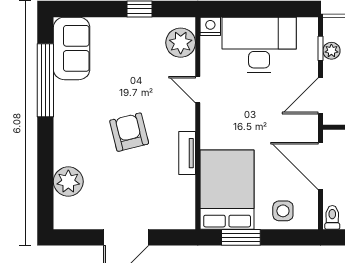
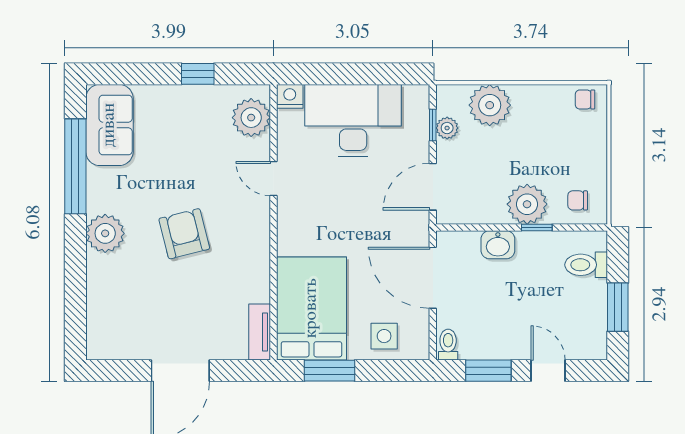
tv unit: (187, 153) -> (260, 332), moved
plant: (68, 182) -> (105, 233), moved

